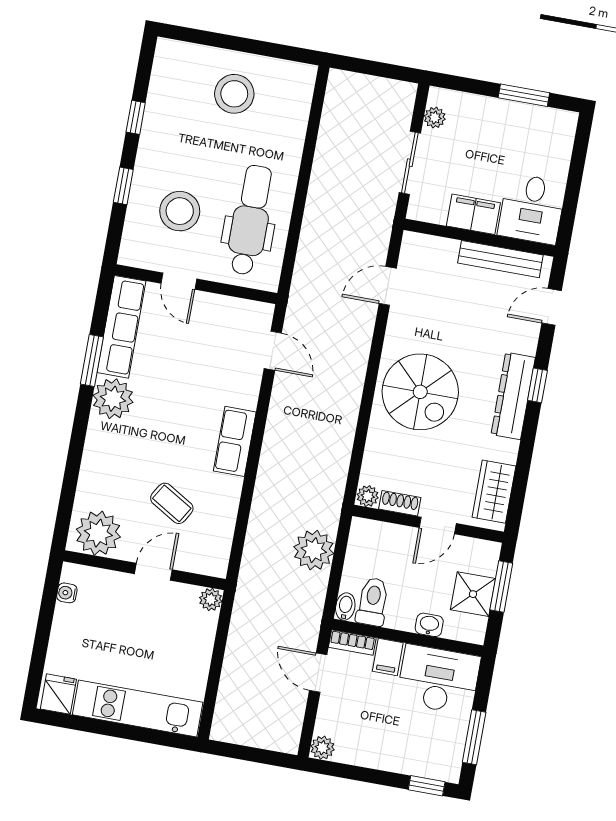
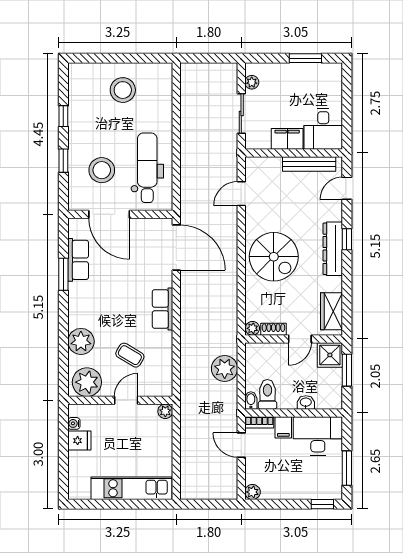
door: (179, 281) -> (109, 214), width x1.87
row of seats: (121, 327) -> (78, 260), width x0.68
door: (273, 351) -> (176, 248), width x1.88
plant: (113, 399) -> (81, 341), moved
shower: (473, 594) -> (330, 355), moved
fridge: (58, 694) -> (79, 441), moved, turned 90

